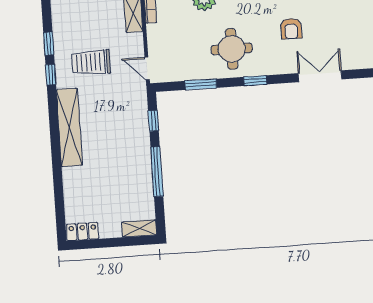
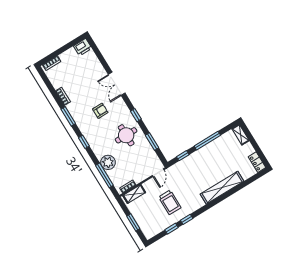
shelving: (69, 127) -> (222, 188), moved

